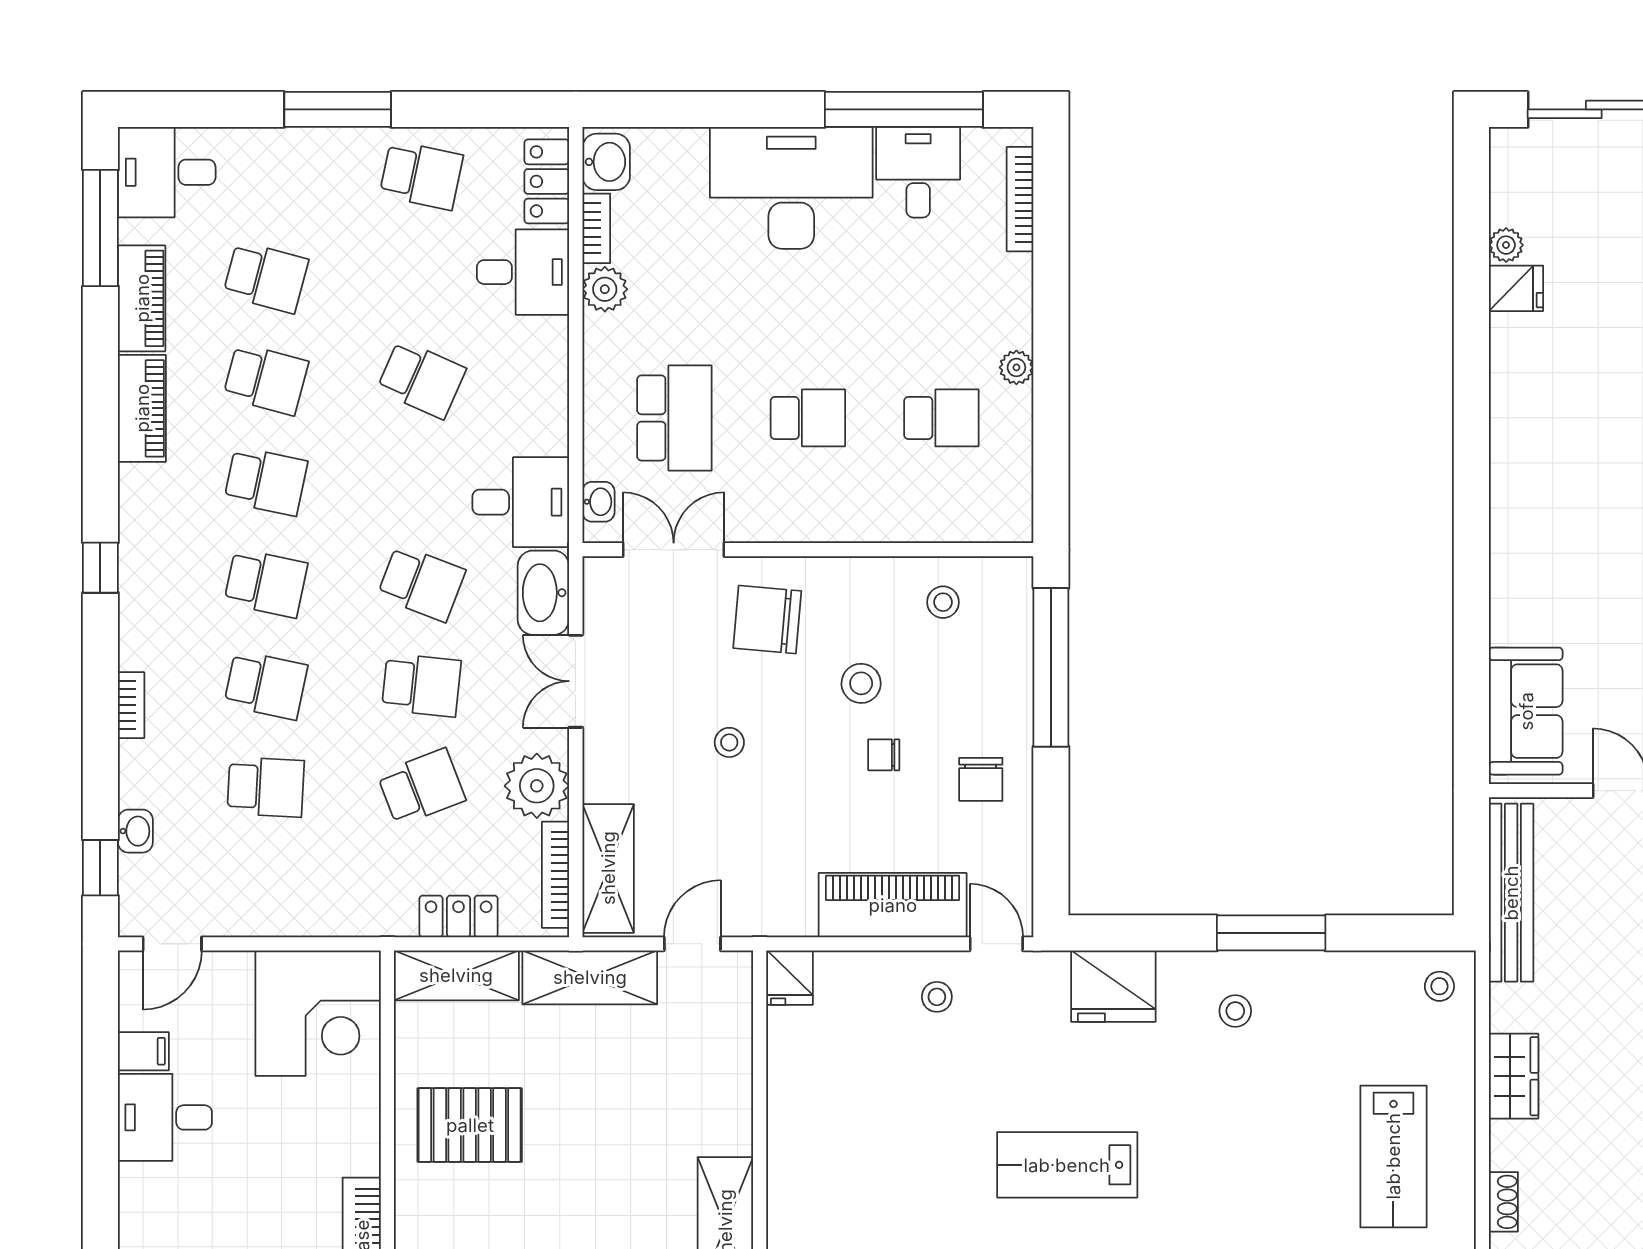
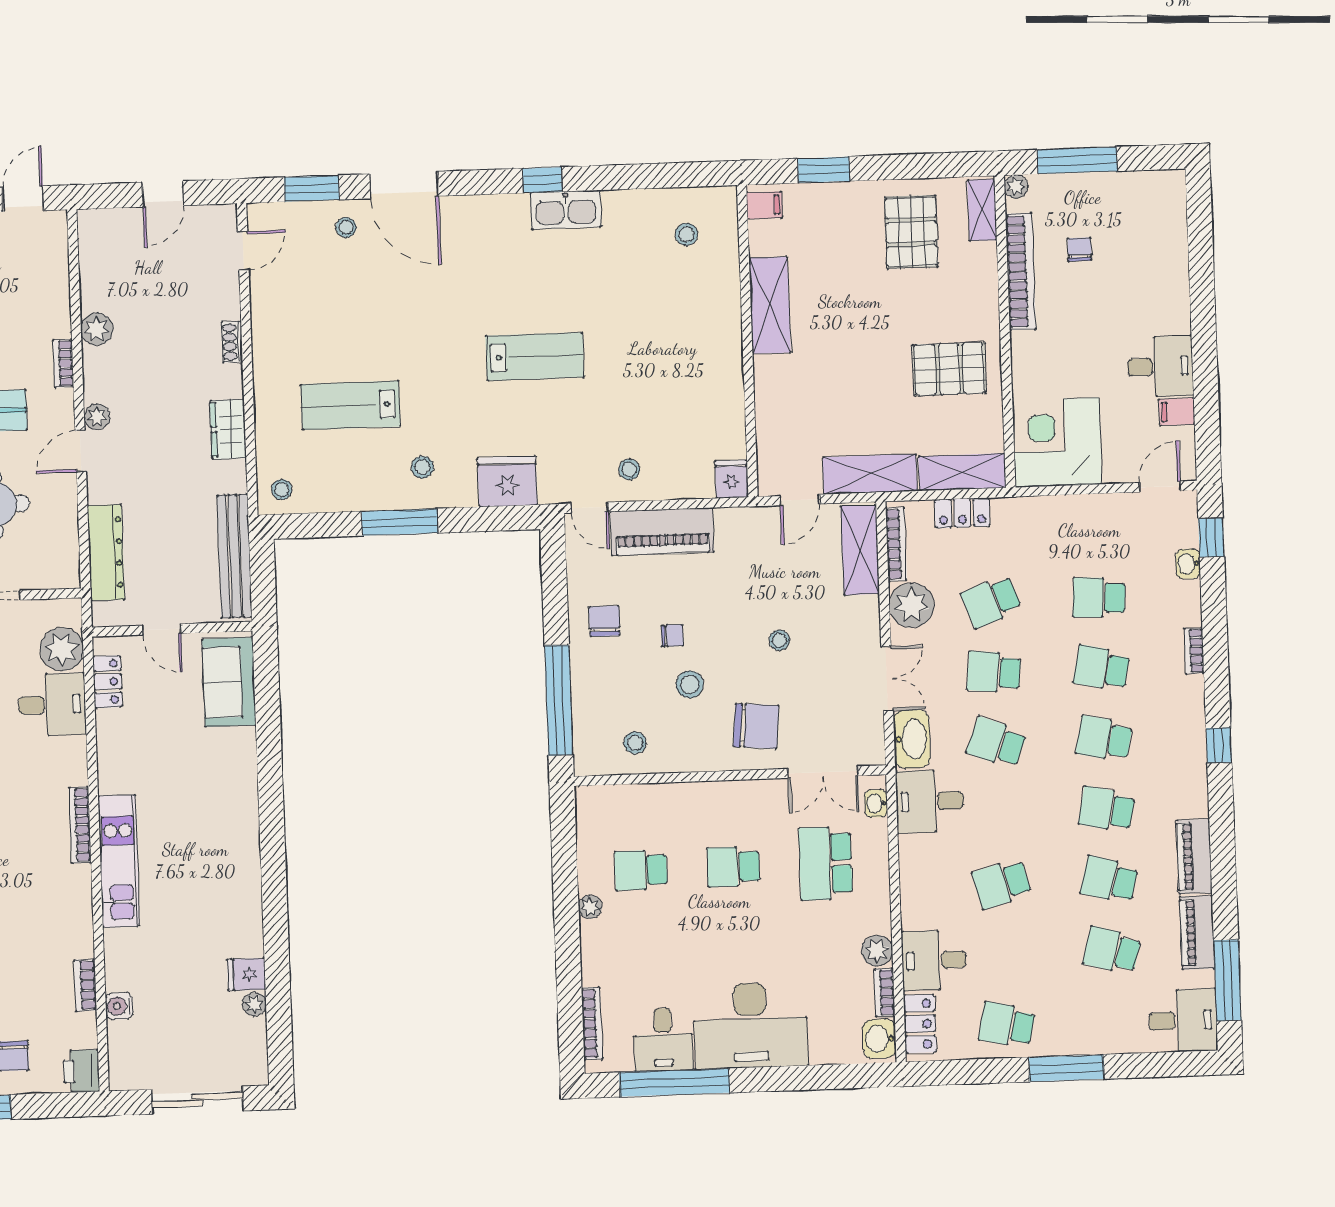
school desk: (421, 379) -> (1002, 884), turned -39
lab bench: (1393, 1156) -> (350, 405), moved, turned -90

